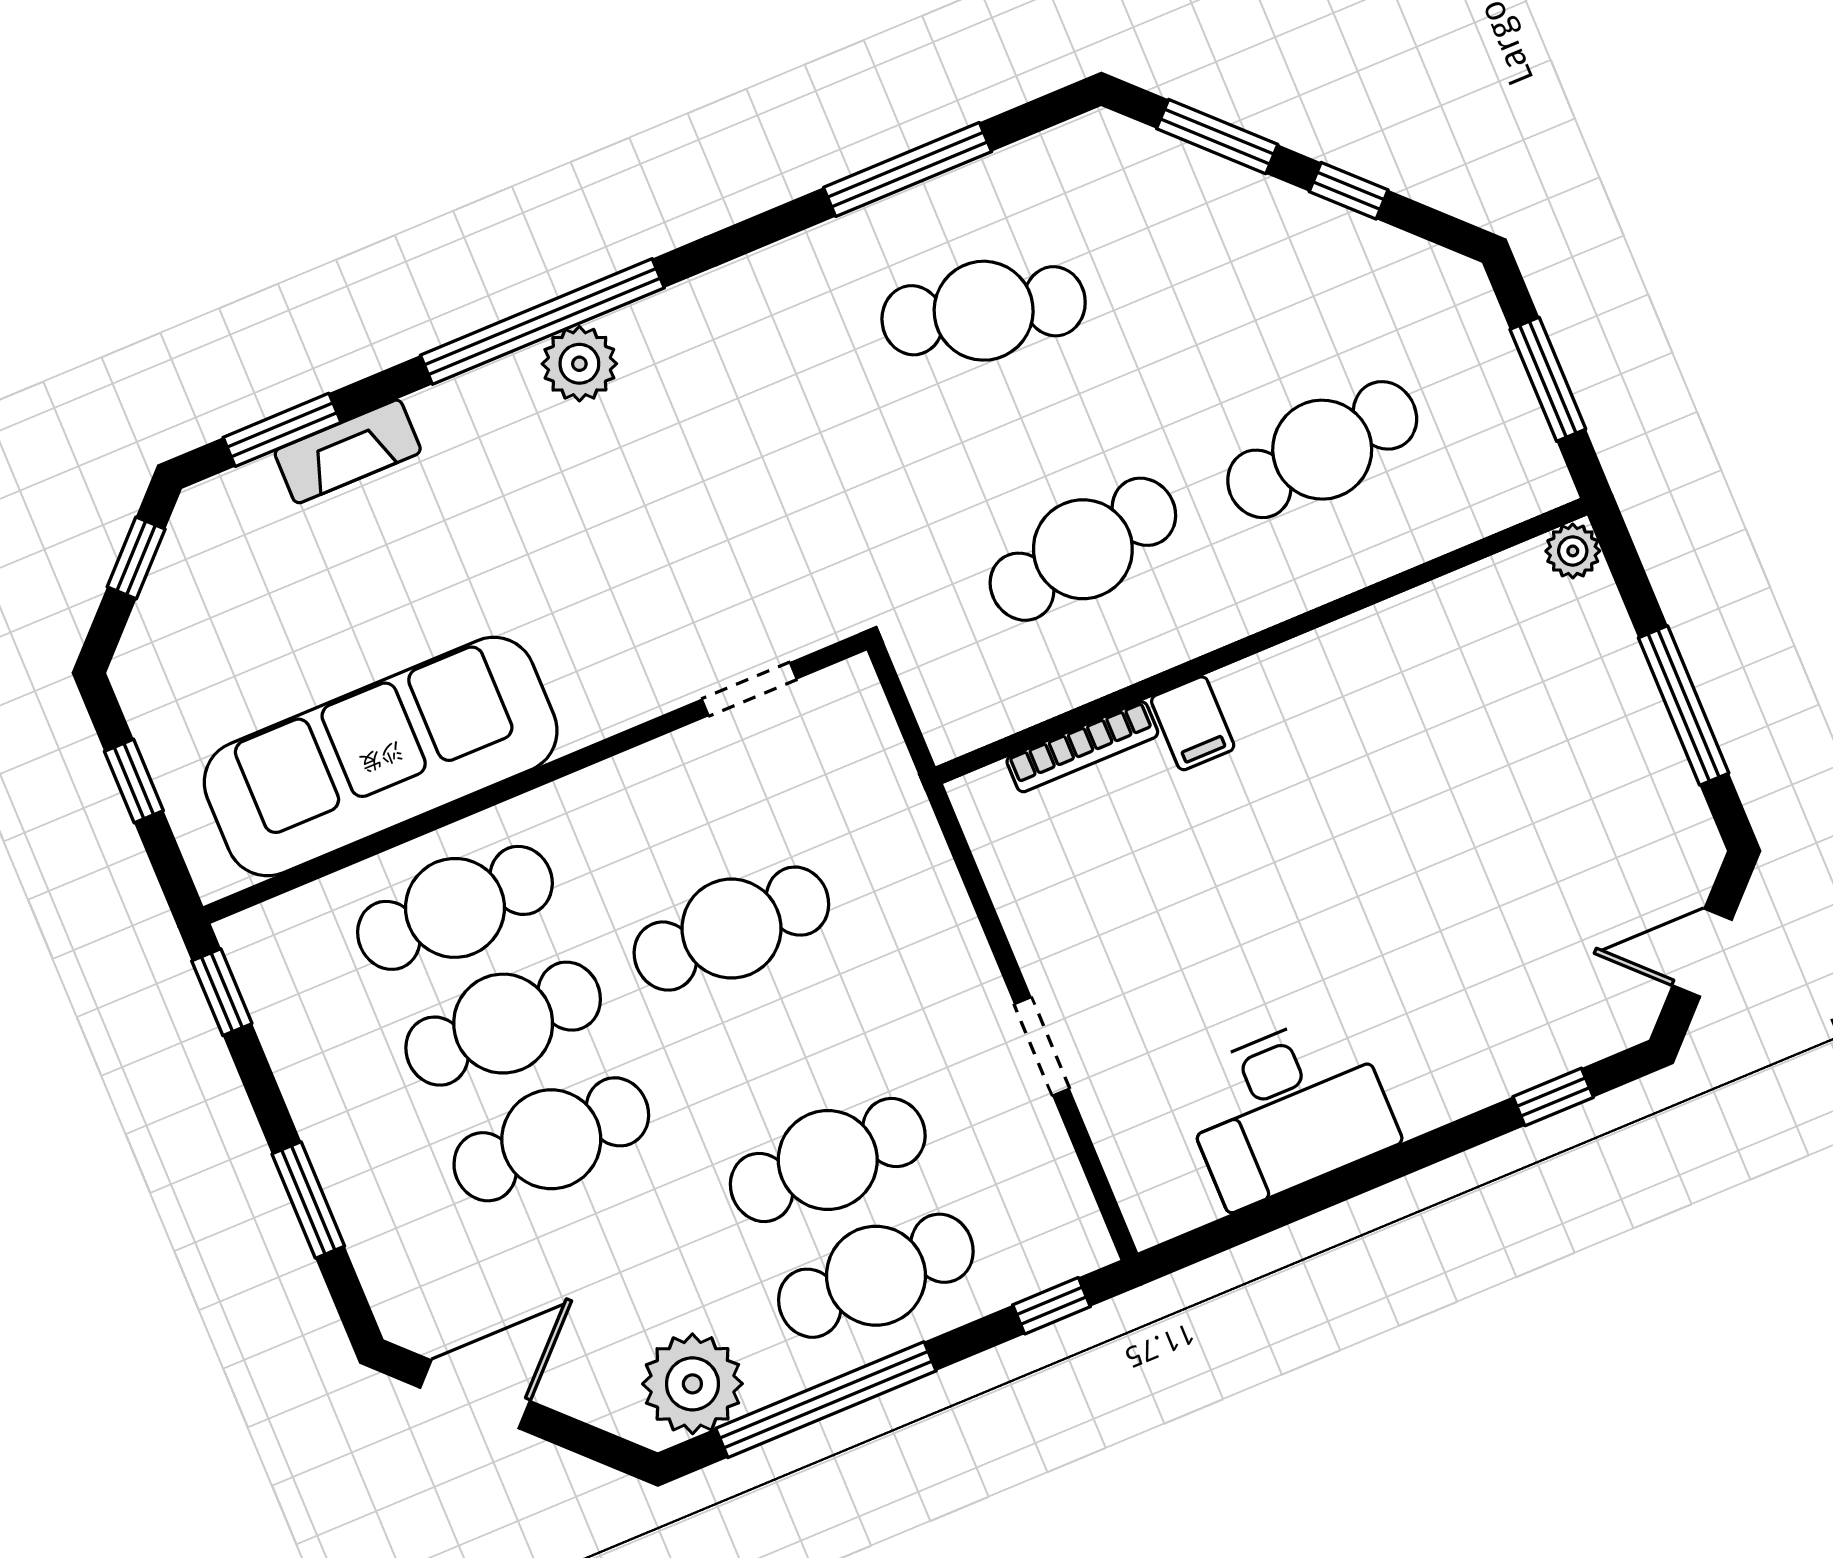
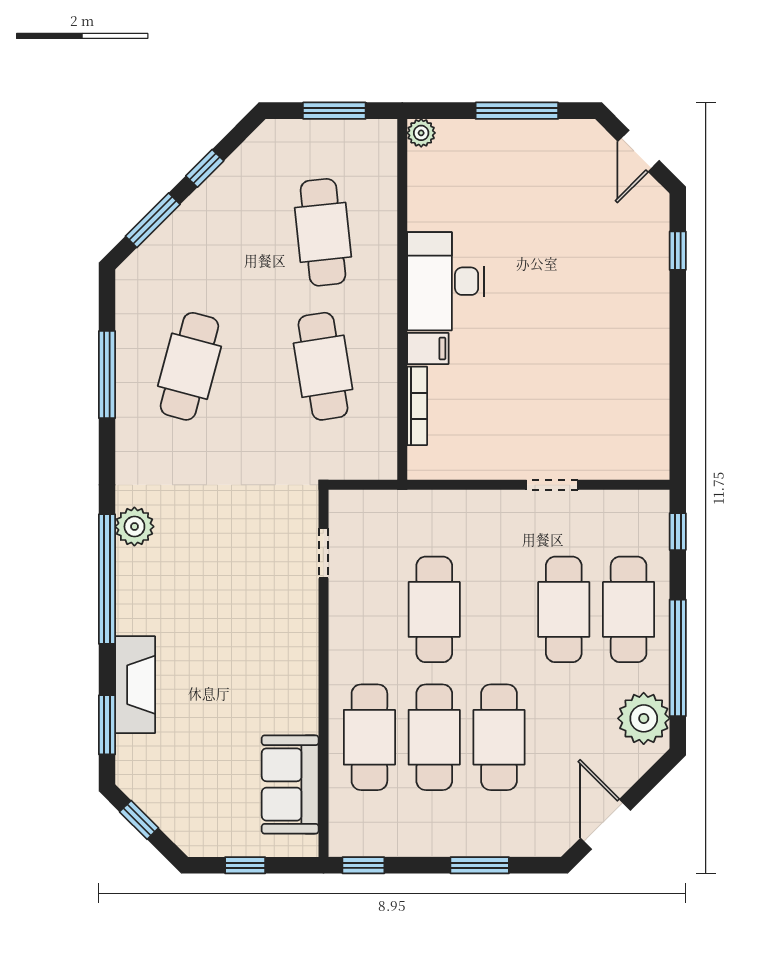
plant: (579, 364) -> (134, 527), moved
fireplace: (348, 451) -> (135, 685), width x1.37, depth x1.32
sofa: (381, 757) -> (290, 784), width x0.54, depth x0.79
desk: (1288, 1109) -> (446, 281), moved, turned 180

